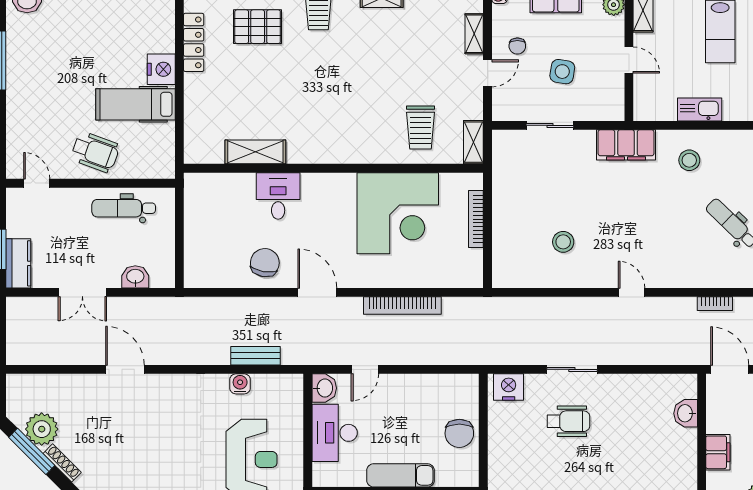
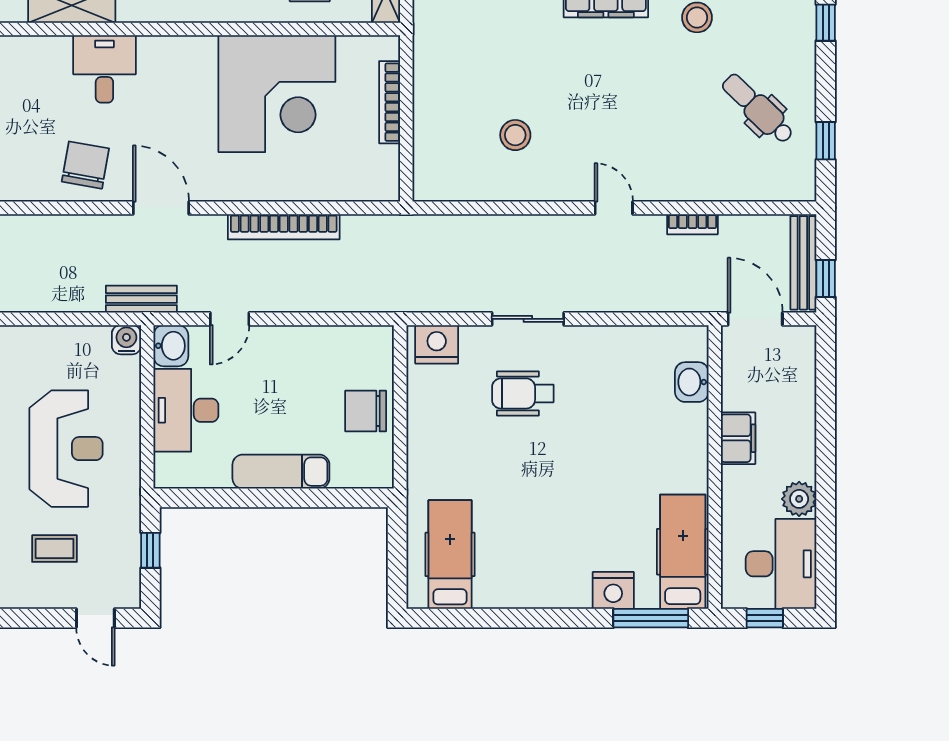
bookcase: (715, 304) -> (692, 224), moved
bench: (255, 356) -> (141, 299), moved
water cooler: (240, 384) -> (126, 340), moved
wheelchair: (568, 421) -> (523, 393), turned 180
chair: (459, 433) -> (366, 411), turned 90

